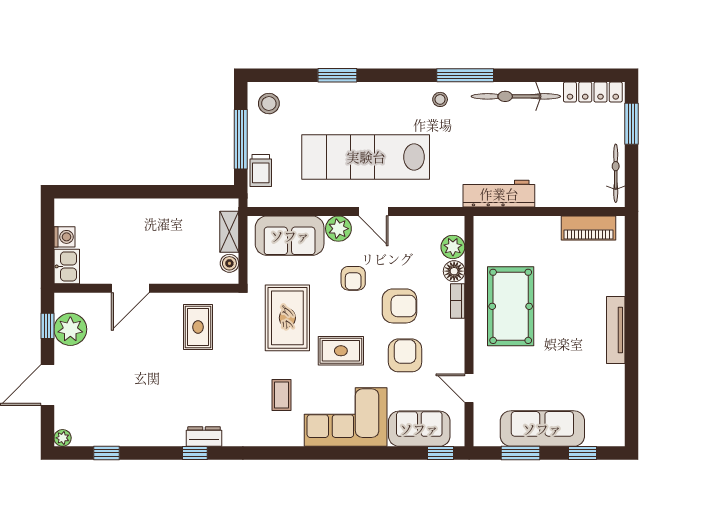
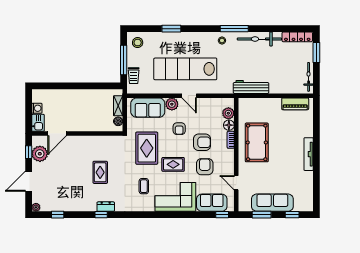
door: (130, 288) -> (57, 134), moved
rug: (198, 327) -> (100, 172), moved

